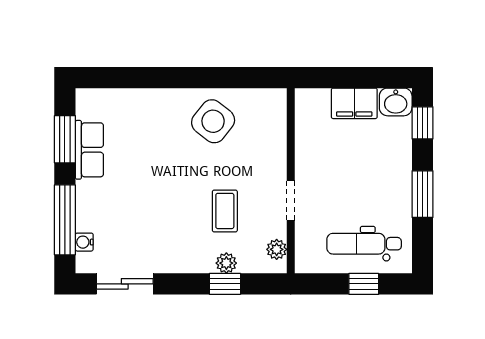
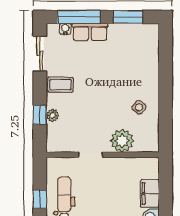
side table: (213, 121) -> (139, 107), width x0.54, depth x0.54
row of seats: (89, 150) -> (90, 32), moved
coffee table: (225, 211) -> (60, 85), moved
plant: (277, 249) -> (122, 141), moved, width x1.88, depth x1.88

